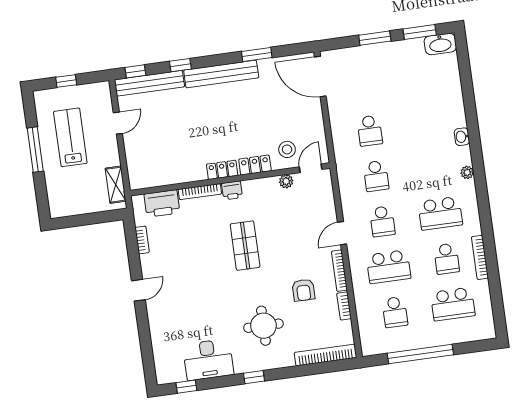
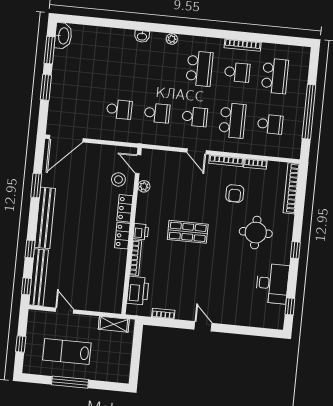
armchair: (303, 290) -> (235, 193), turned 90

